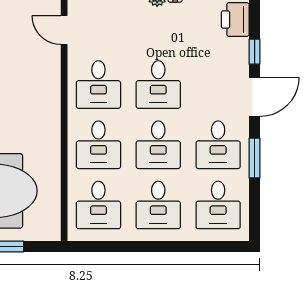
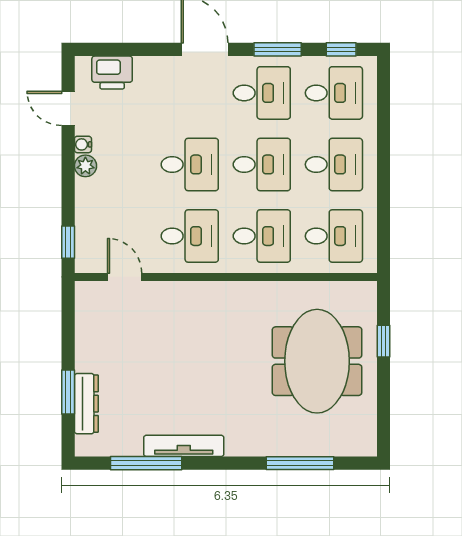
door: (64, 30) -> (125, 277), swing flipped
window: (255, 52) -> (341, 49), moved

